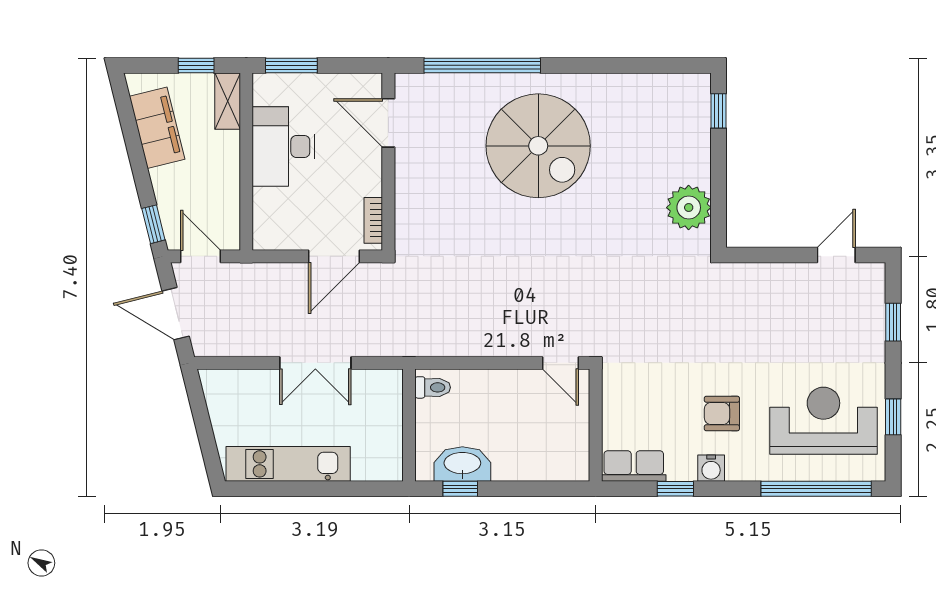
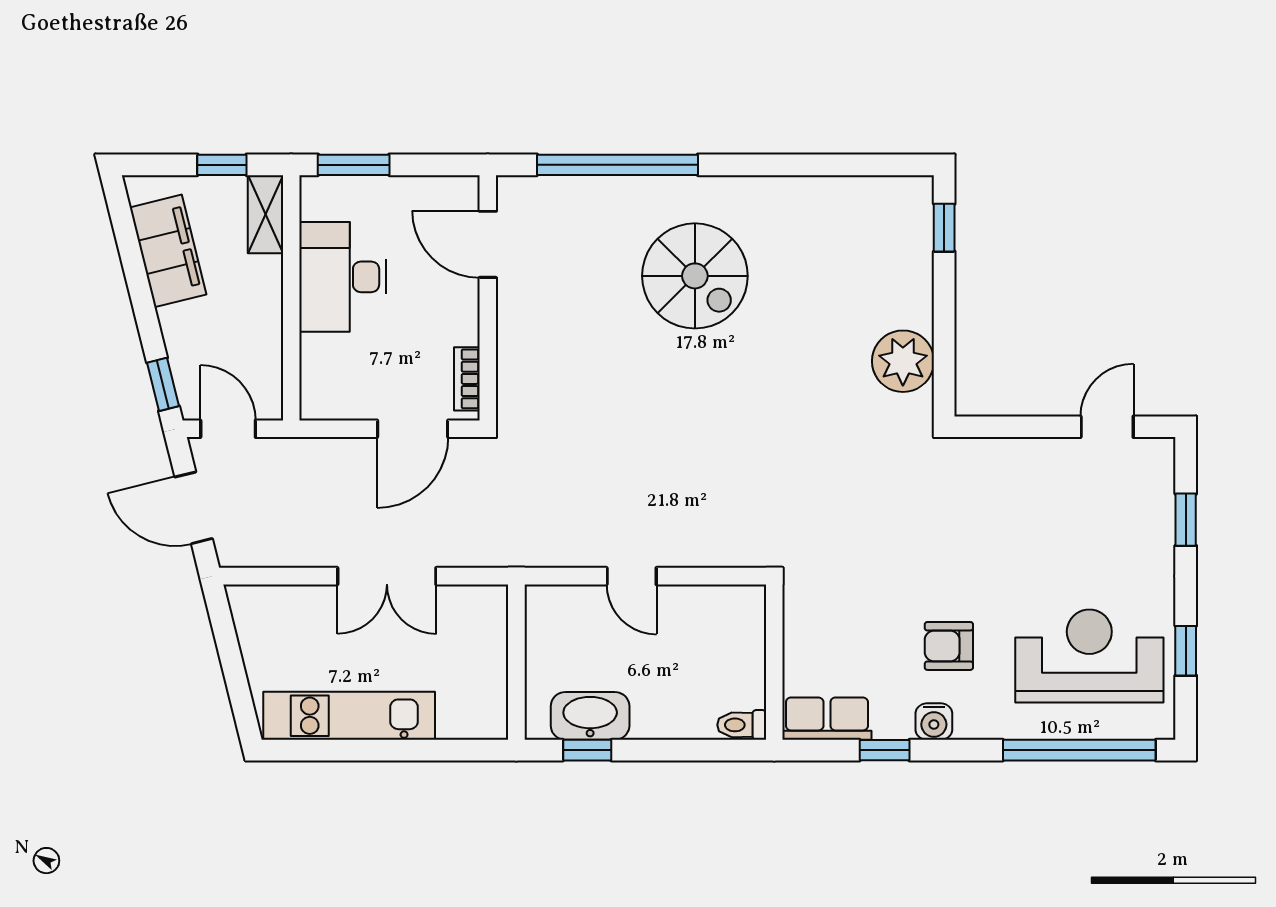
spiral stairs: (538, 146) -> (695, 276), width x0.73, depth x0.73
door: (560, 363) -> (632, 576), moved
toilet: (433, 387) -> (742, 725), moved, turned 180

